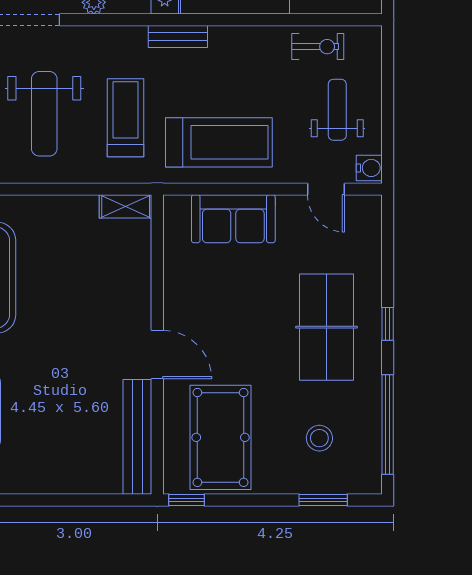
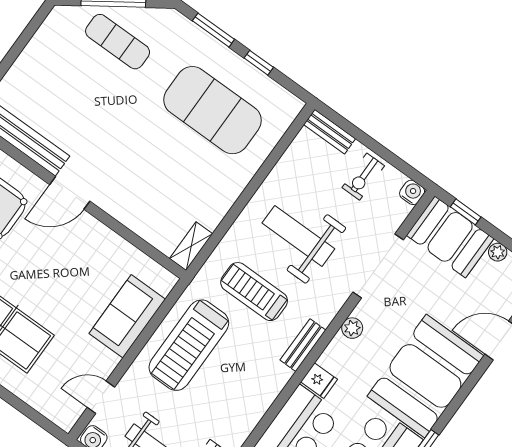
bench: (178, 37) -> (303, 345), moved
treadmill: (126, 118) -> (254, 292), turned 180

